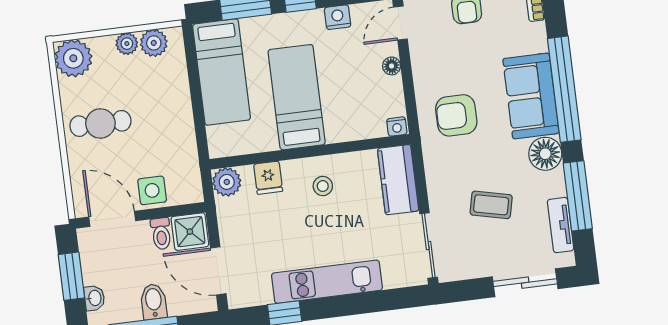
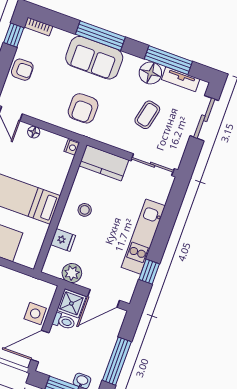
window: (564, 89) -> (100, 36), width x0.68
floor lamp: (545, 154) -> (150, 73), moved
plant: (227, 182) -> (72, 273), moved
bidet: (154, 302) -> (102, 347), removed

